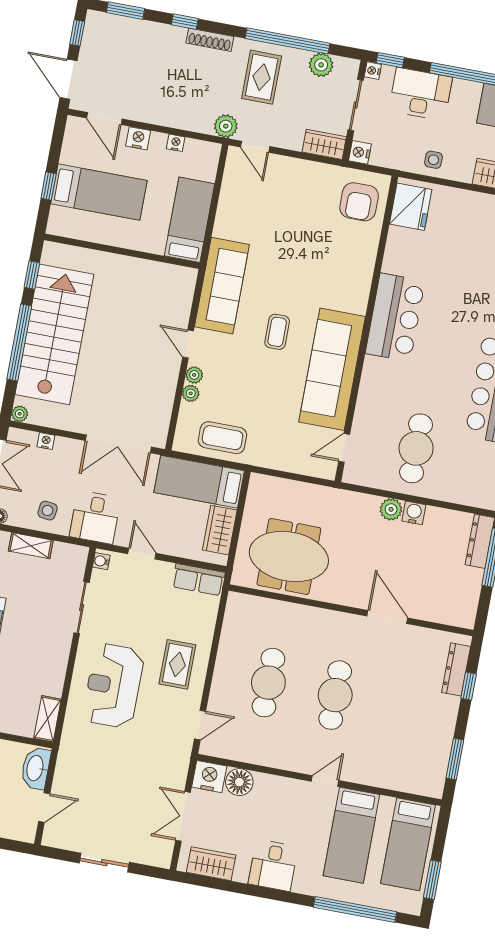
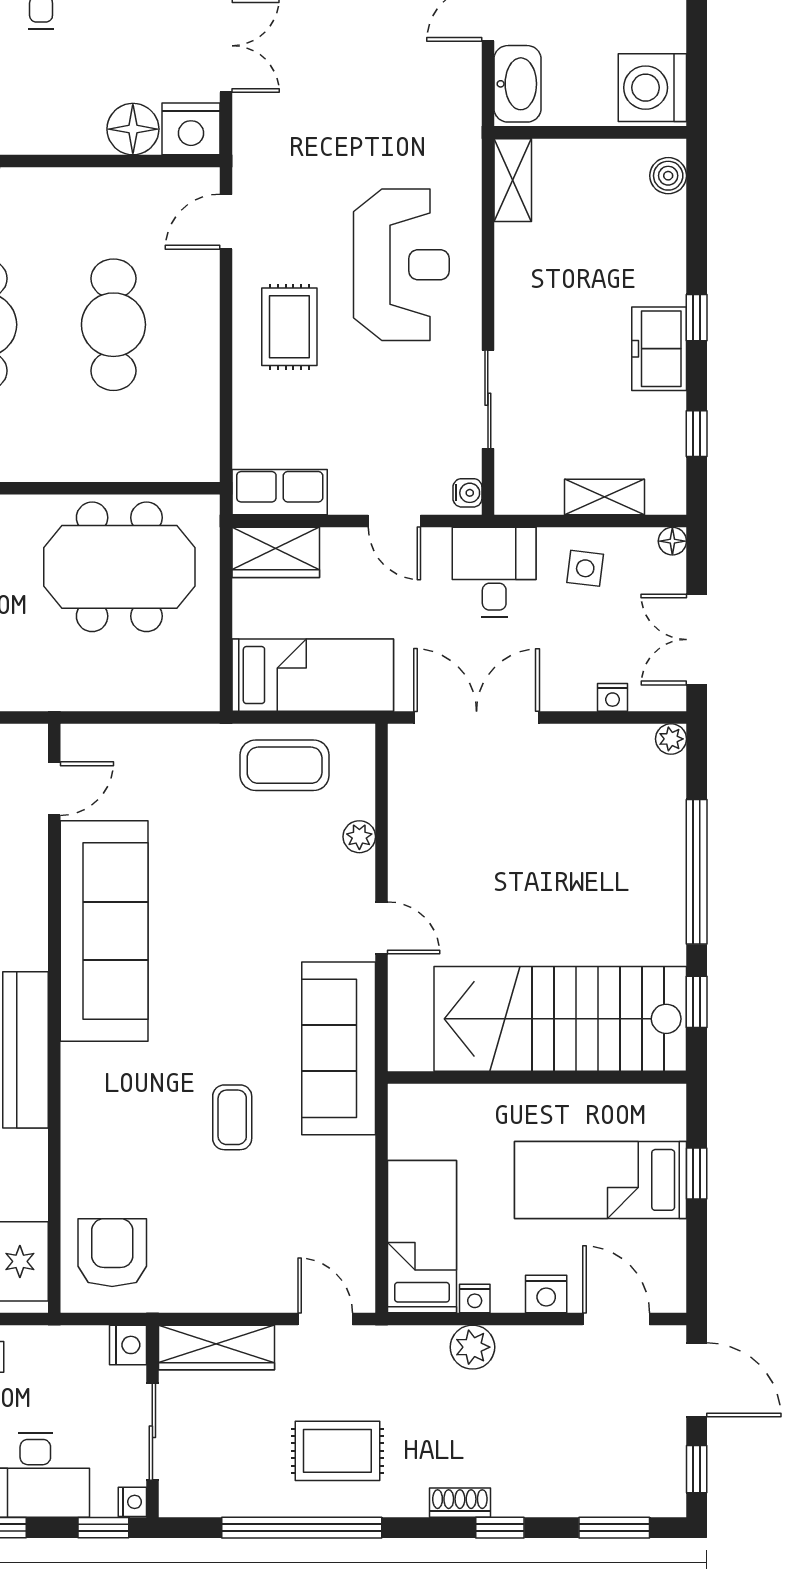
shoe rack: (210, 40) -> (460, 1503), width x0.70
plant: (321, 65) -> (231, 1495), removed
rug: (262, 77) -> (337, 1451), turned 90
plant: (226, 126) -> (472, 1347), moved
wardrobe: (324, 144) -> (216, 1347), width x1.50
bed: (190, 220) -> (422, 1237), moved, turned 180
coffee table: (277, 332) -> (232, 1117), moved
stairs: (54, 334) -> (560, 1019), moved, turned 90
plant: (194, 375) -> (359, 872), removed
wardrobe: (220, 530) -> (276, 552), moved, turned 90

